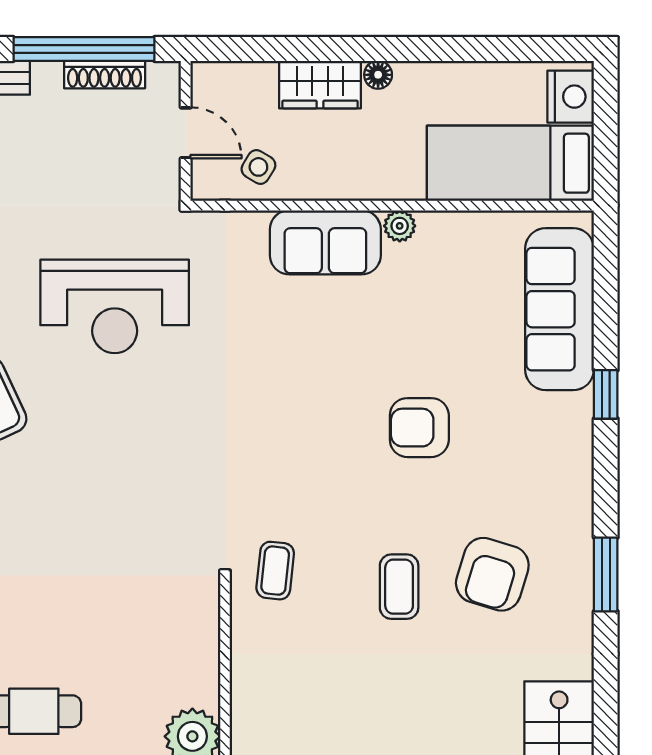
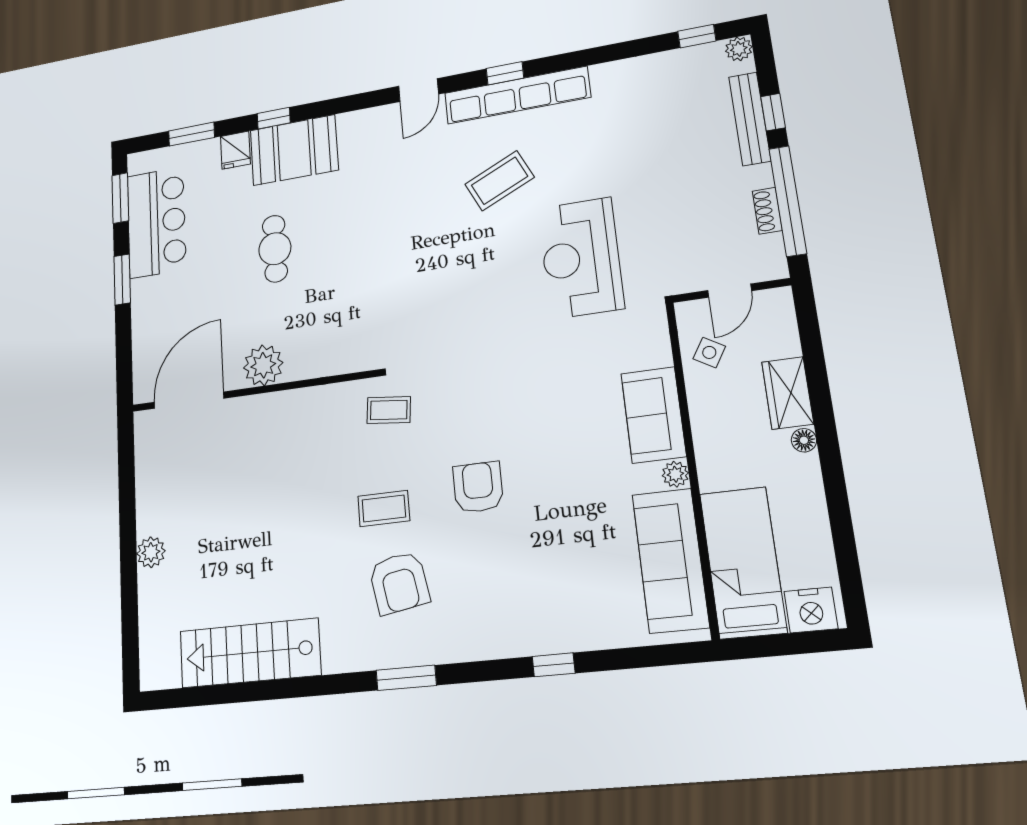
shoe rack: (105, 75) -> (767, 211), width x0.70
sofa: (559, 309) -> (670, 560), moved, turned -90
armchair: (419, 428) -> (478, 487), moved
armchair: (492, 574) -> (399, 583), turned -117

